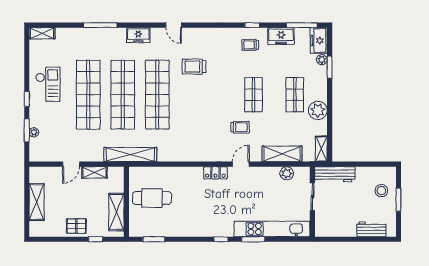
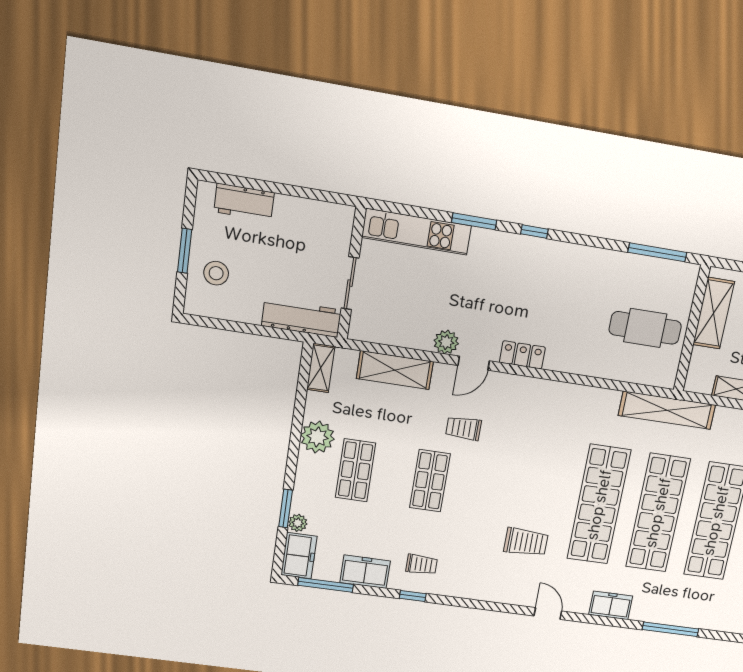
plant: (287, 173) -> (446, 342), moved
kitchen unit: (272, 229) -> (416, 232), width x0.73
window: (154, 239) -> (657, 252), width x1.44

